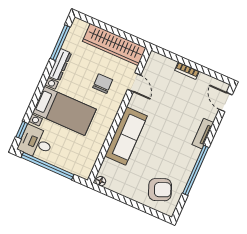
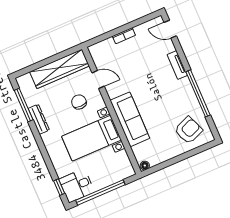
bed with nightstands: (64, 111) -> (91, 138), moved, turned 180

